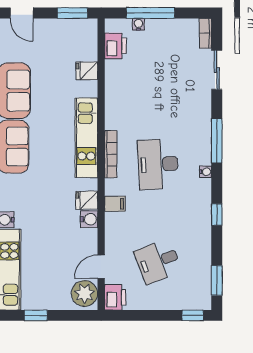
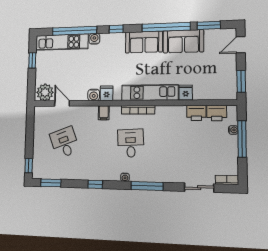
fridge: (87, 71) -> (186, 93), moved
desk: (158, 164) -> (131, 143), width x0.73
printer: (115, 297) -> (196, 113), moved

